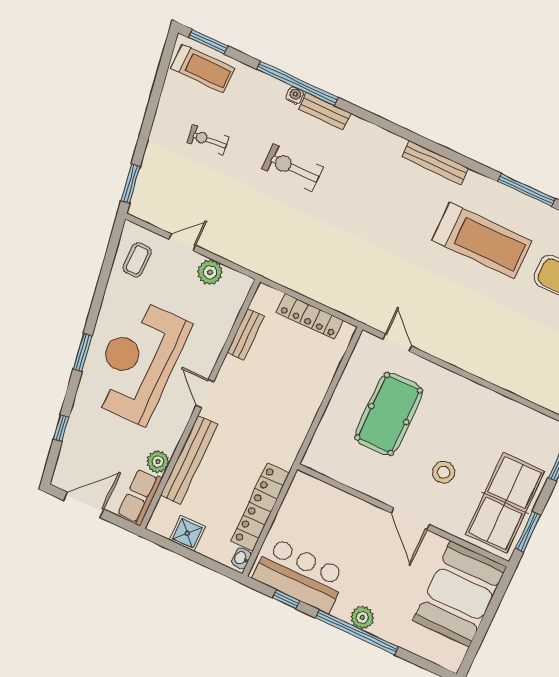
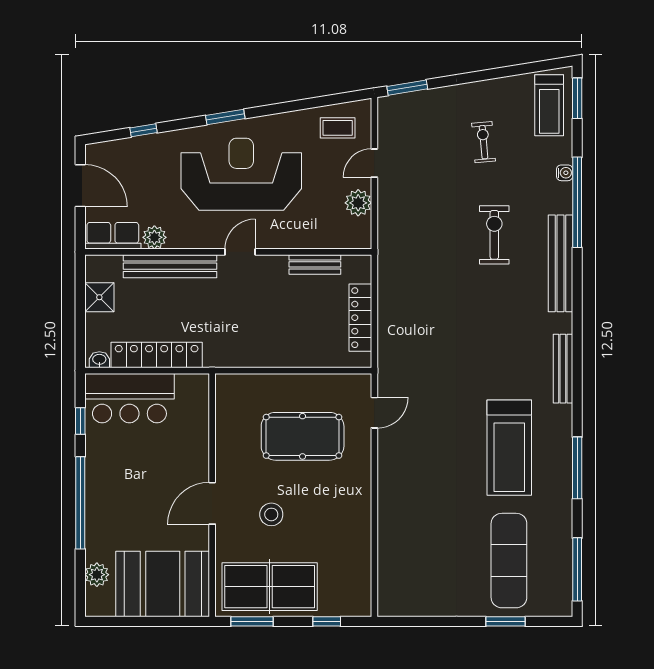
water cooler: (295, 95) -> (565, 173), moved
bench: (325, 111) -> (561, 263), width x1.86, depth x1.21
door: (182, 242) -> (374, 163), swing flipped
bar counter: (300, 575) -> (129, 398), moved, turned 90
plant: (362, 617) -> (97, 575), moved

